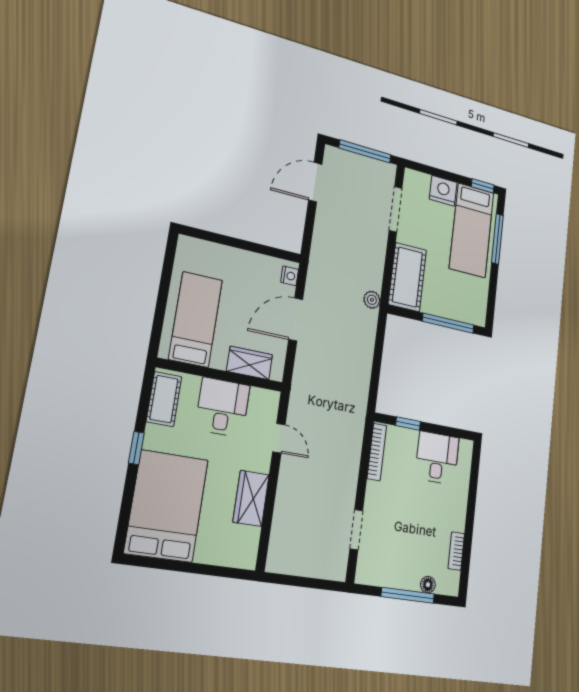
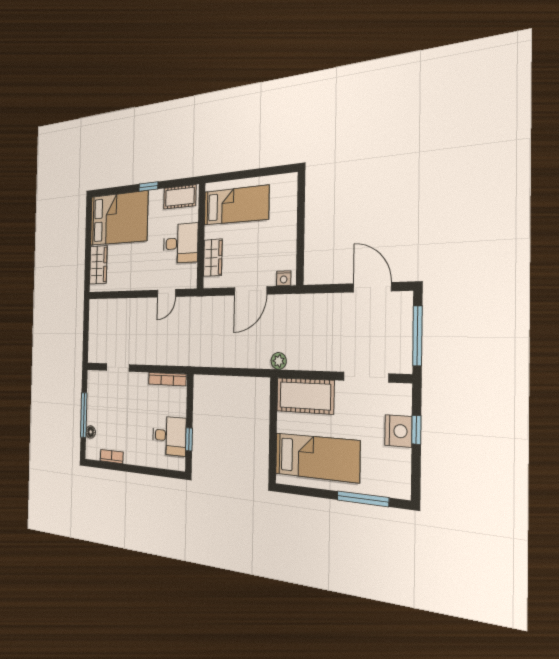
window: (483, 186) -> (416, 430), moved
bed: (472, 230) -> (317, 457), moved, turned 180
door: (296, 319) -> (250, 291), swing flipped
window: (448, 323) -> (273, 442), removed
window: (408, 424) -> (189, 439), moved
wardrobe: (251, 498) -> (98, 265), moved, turned 90

